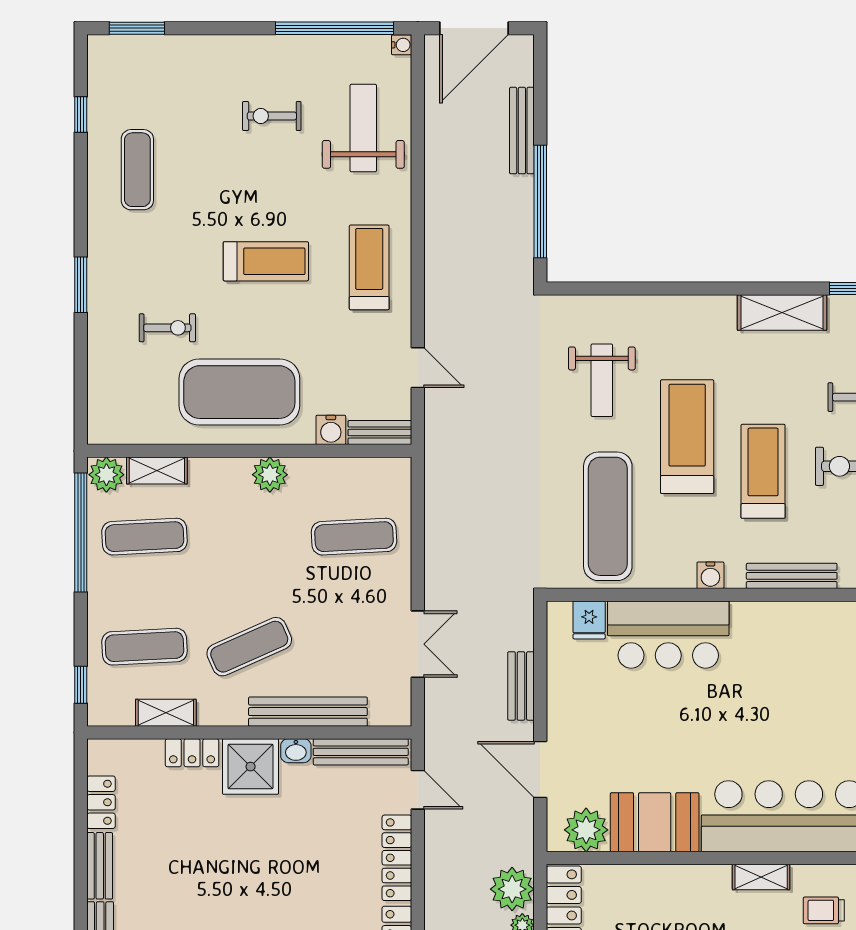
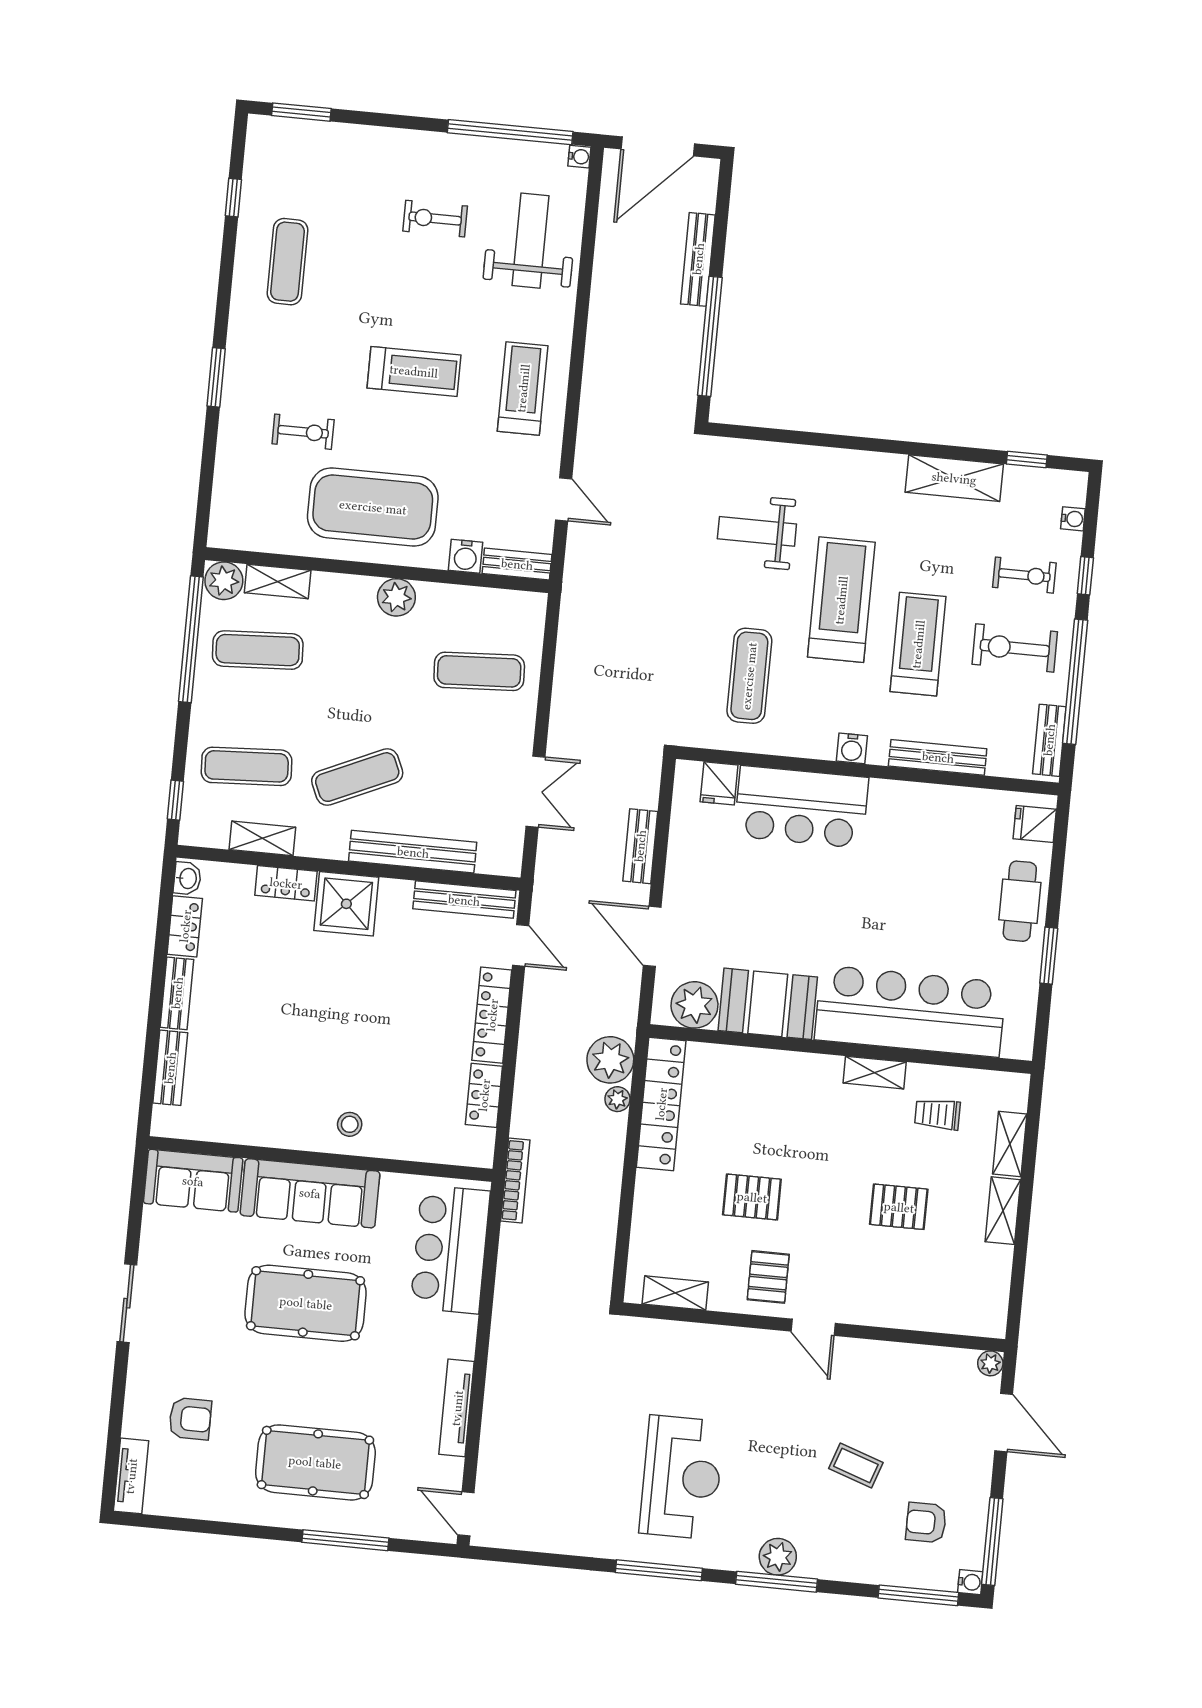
weight bench: (602, 380) -> (757, 531), turned 90
exercise mat: (608, 516) -> (749, 676), width x0.73, depth x0.69
washbasin: (296, 751) -> (187, 878), moved, turned -90

